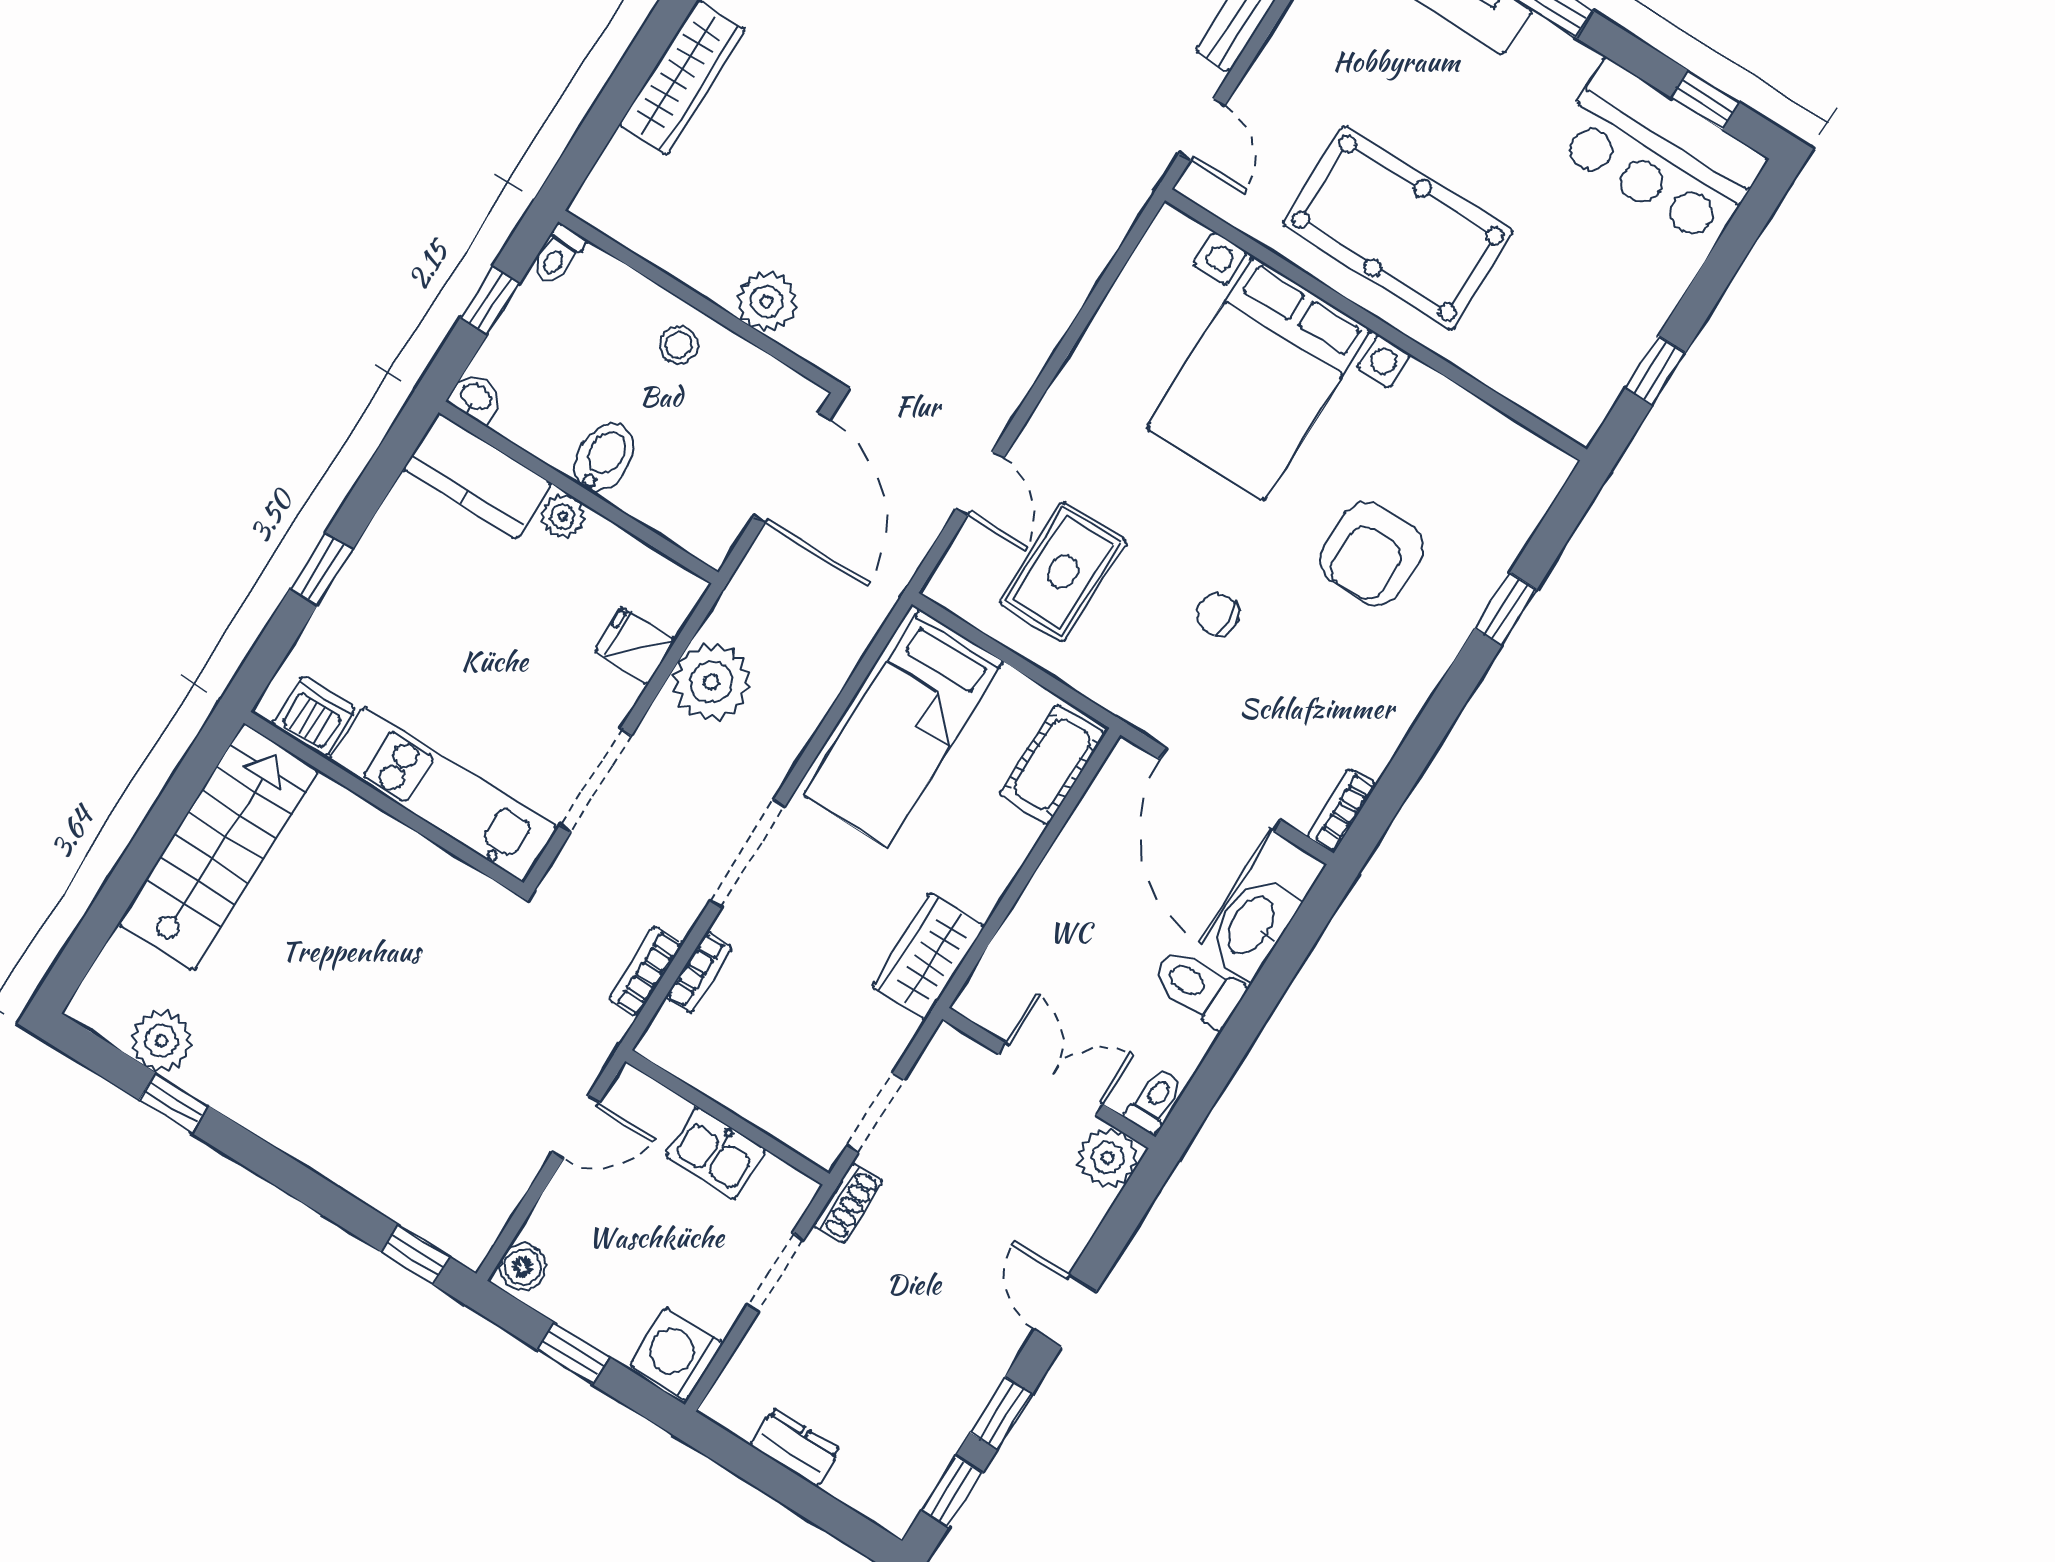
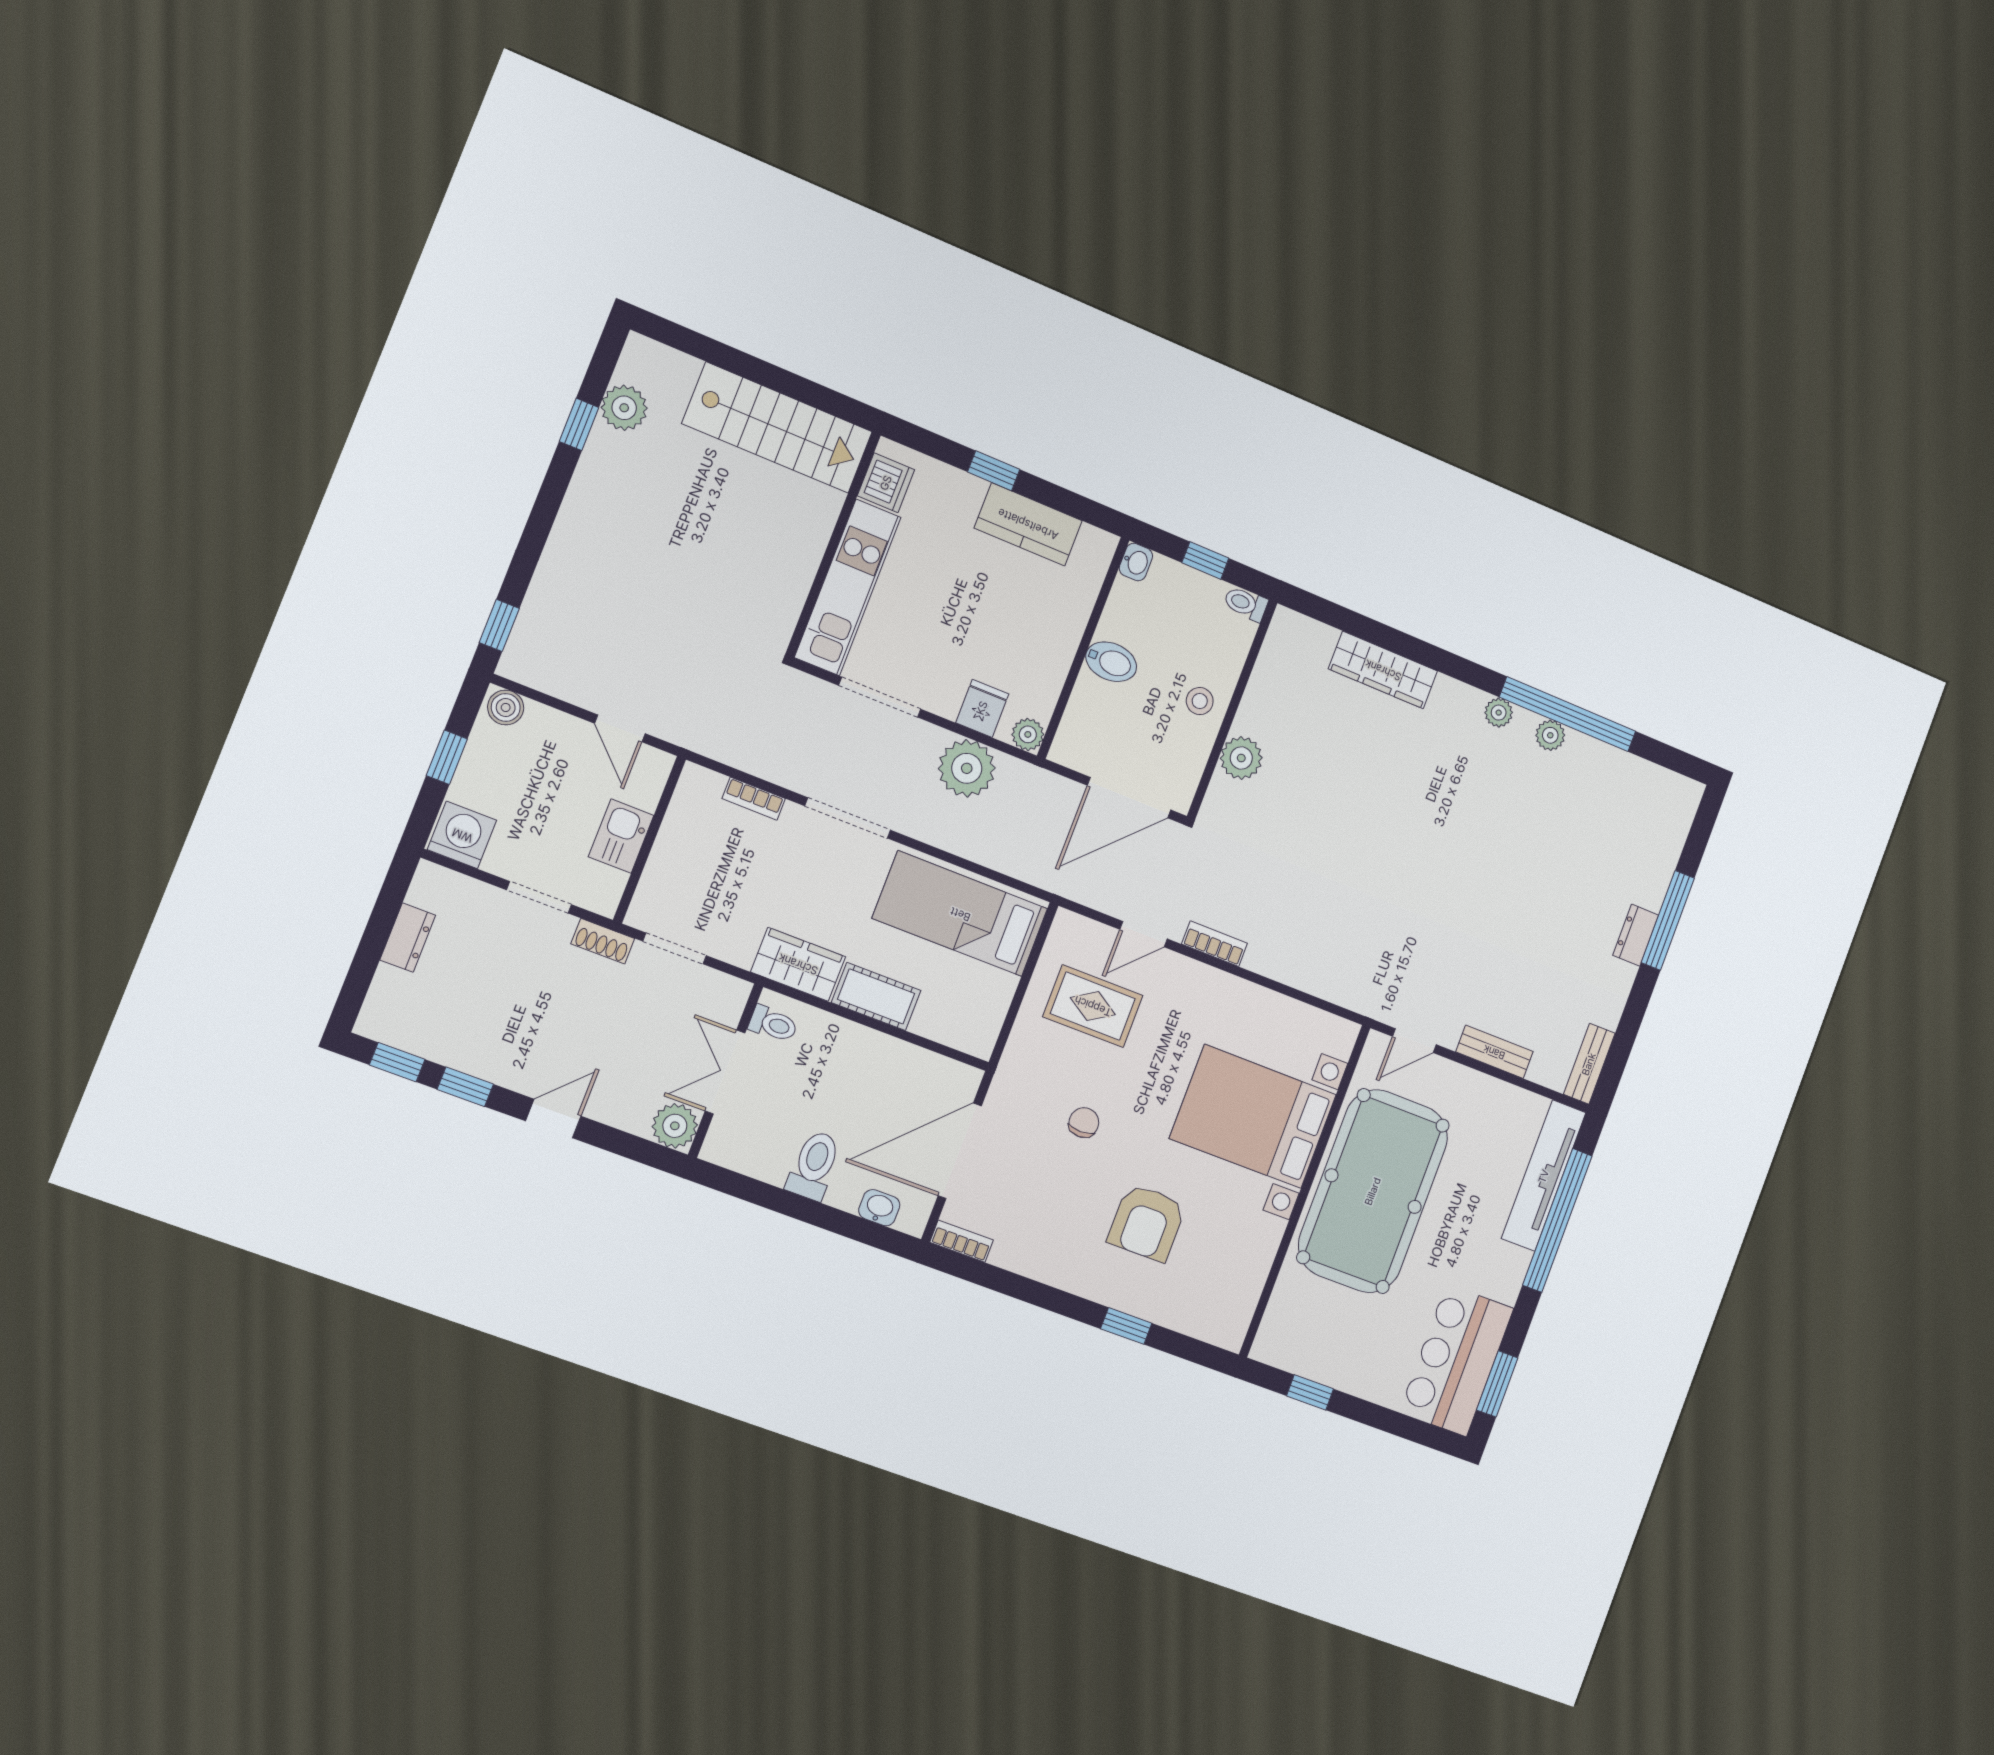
window: (1706, 100) -> (1497, 1384), width x1.50
pool table: (1398, 228) -> (1373, 1191), width x1.36, depth x1.32
kitchen counter: (478, 476) -> (1028, 524), moved, turned -90
plant: (563, 516) -> (1028, 734), moved
armchair: (1372, 554) -> (1147, 1222), turned -91
cot: (1052, 764) -> (876, 996), moved
washbasin: (1252, 927) -> (879, 1208), width x0.52, depth x0.69
bookcase: (646, 971) -> (1215, 944), moved
double door: (1051, 1079) -> (725, 1072), swing flipped
toilet: (1154, 1101) -> (773, 1024), moved

